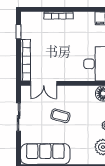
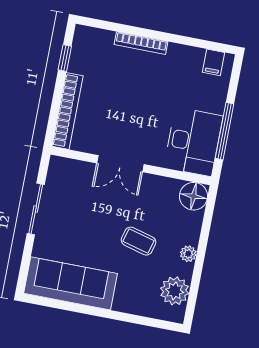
double door: (44, 83) -> (120, 164), moved
coffee table: (60, 116) -> (138, 241), moved

